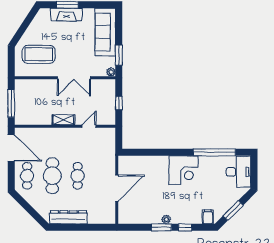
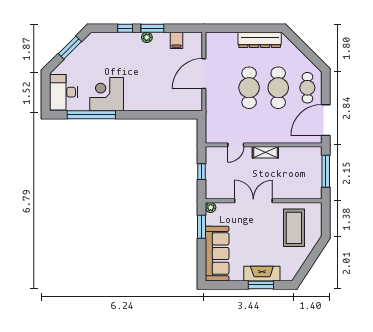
coffee table: (39, 54) -> (294, 228), turned 90
door: (11, 148) -> (326, 120), hinge flipped
corner desk: (184, 170) -> (107, 94), moved
cafe table: (78, 176) -> (249, 88), width x1.37, depth x1.35
filing cabinet: (208, 217) -> (176, 40), moved

